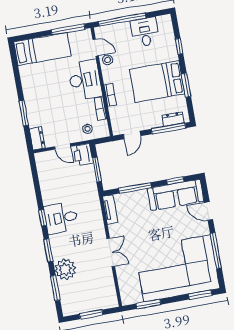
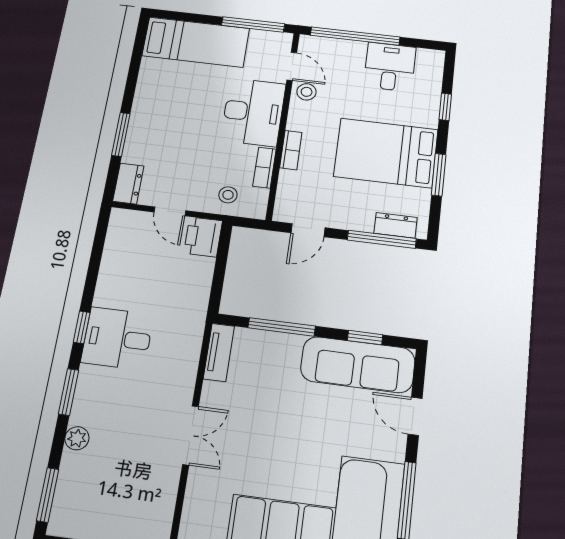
window: (97, 170) -> (220, 271), removed
plant: (65, 269) -> (77, 438), width x0.53, depth x0.53
window: (55, 288) -> (48, 495), moved

